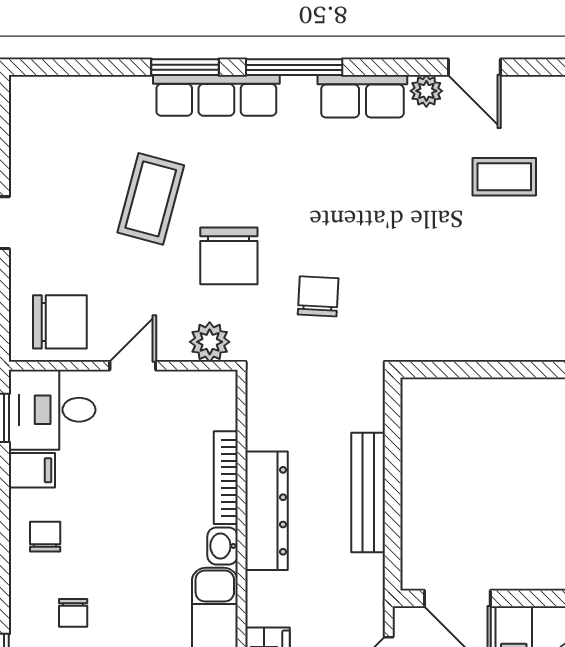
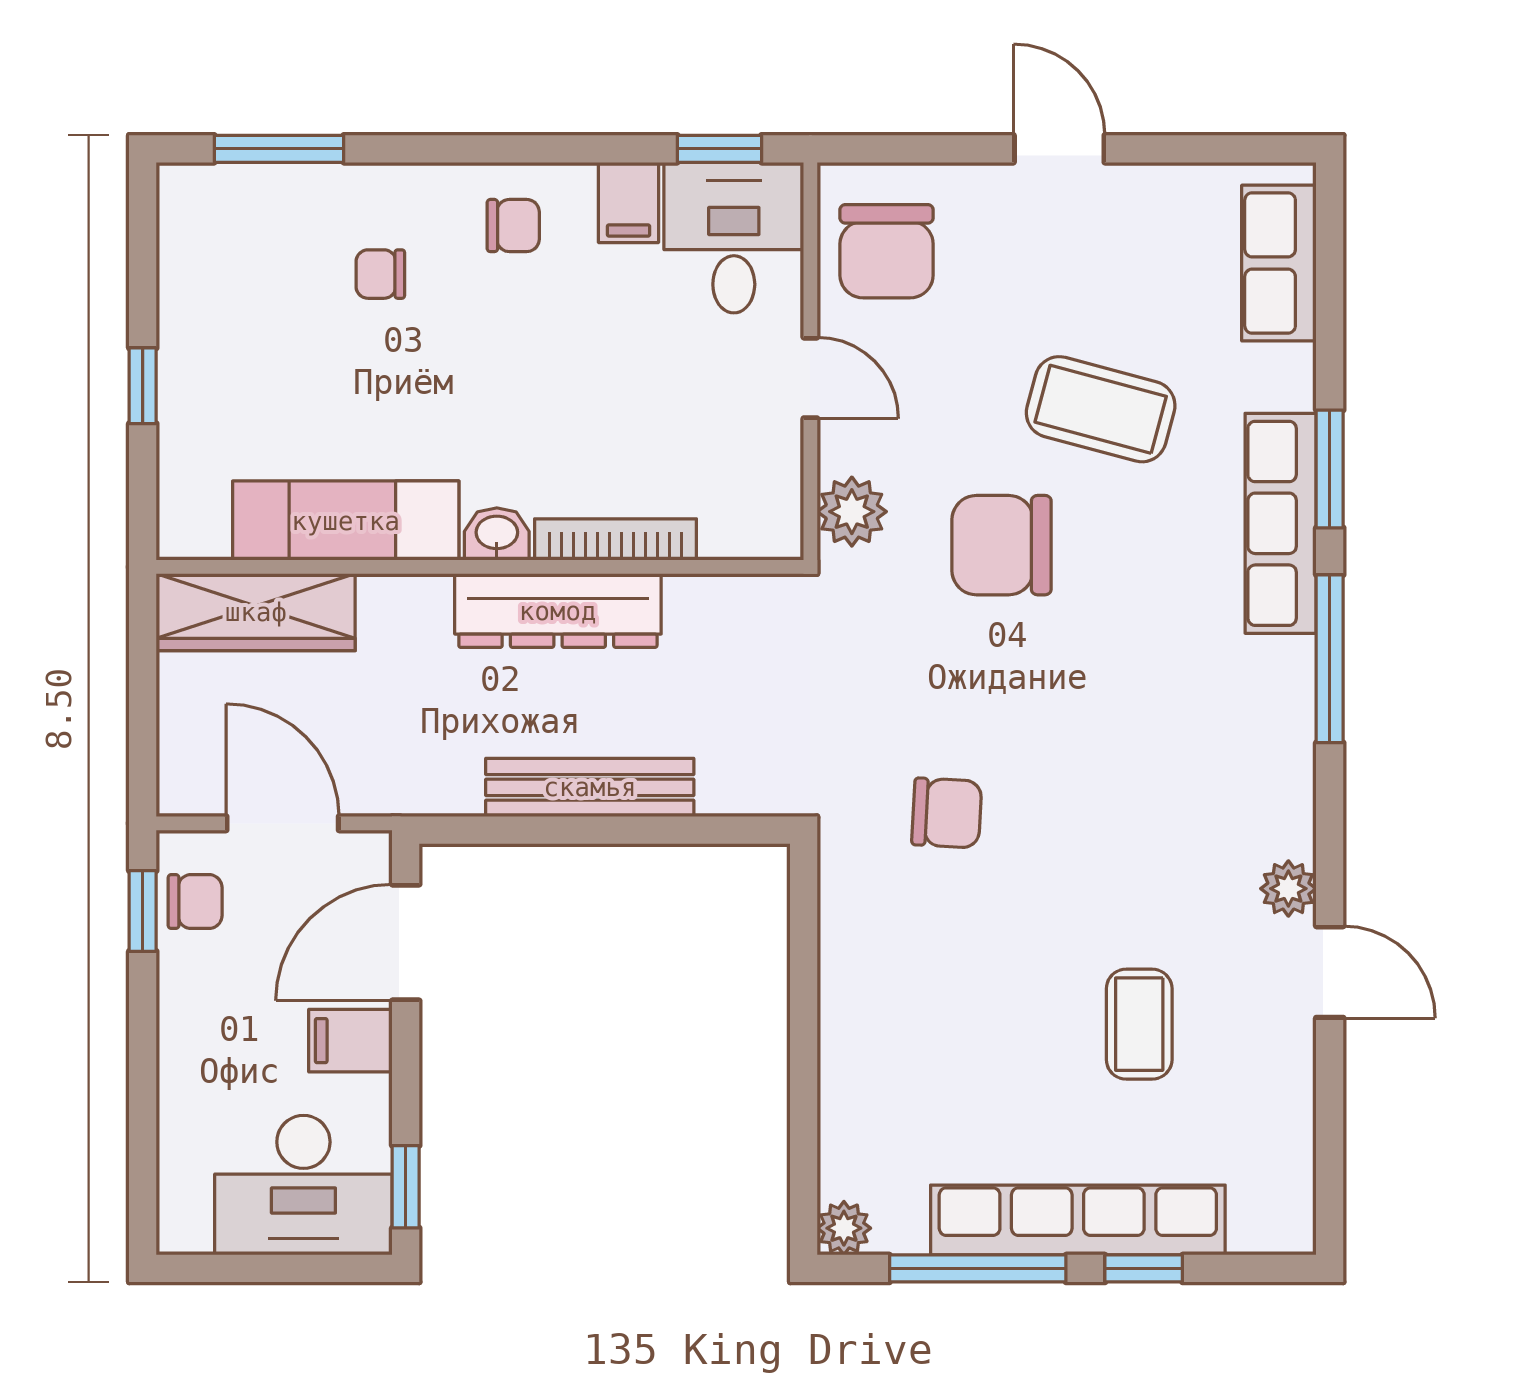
door: (474, 67) -> (1330, 972), swing flipped
row of seats: (362, 96) -> (1279, 263), moved
chair: (318, 296) -> (947, 813), moved

